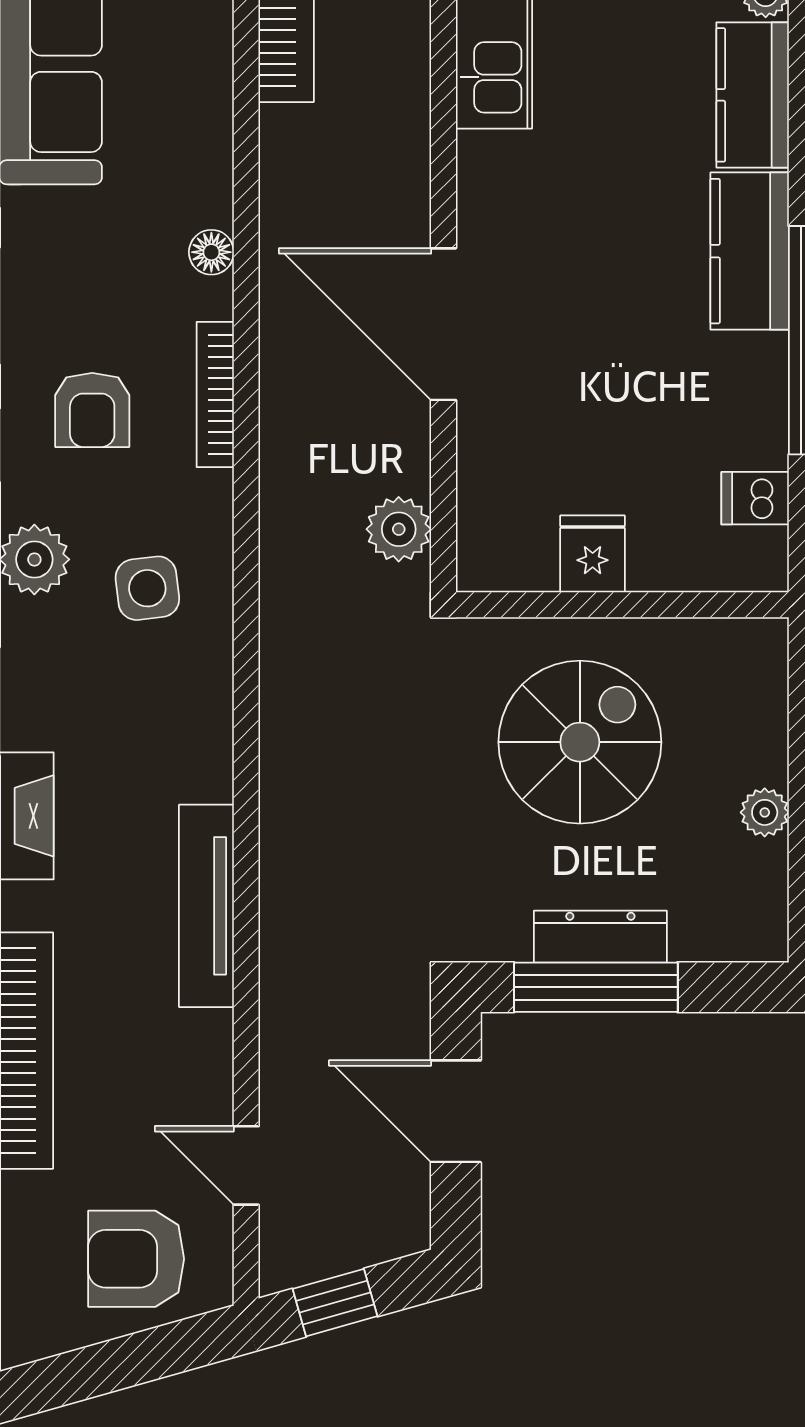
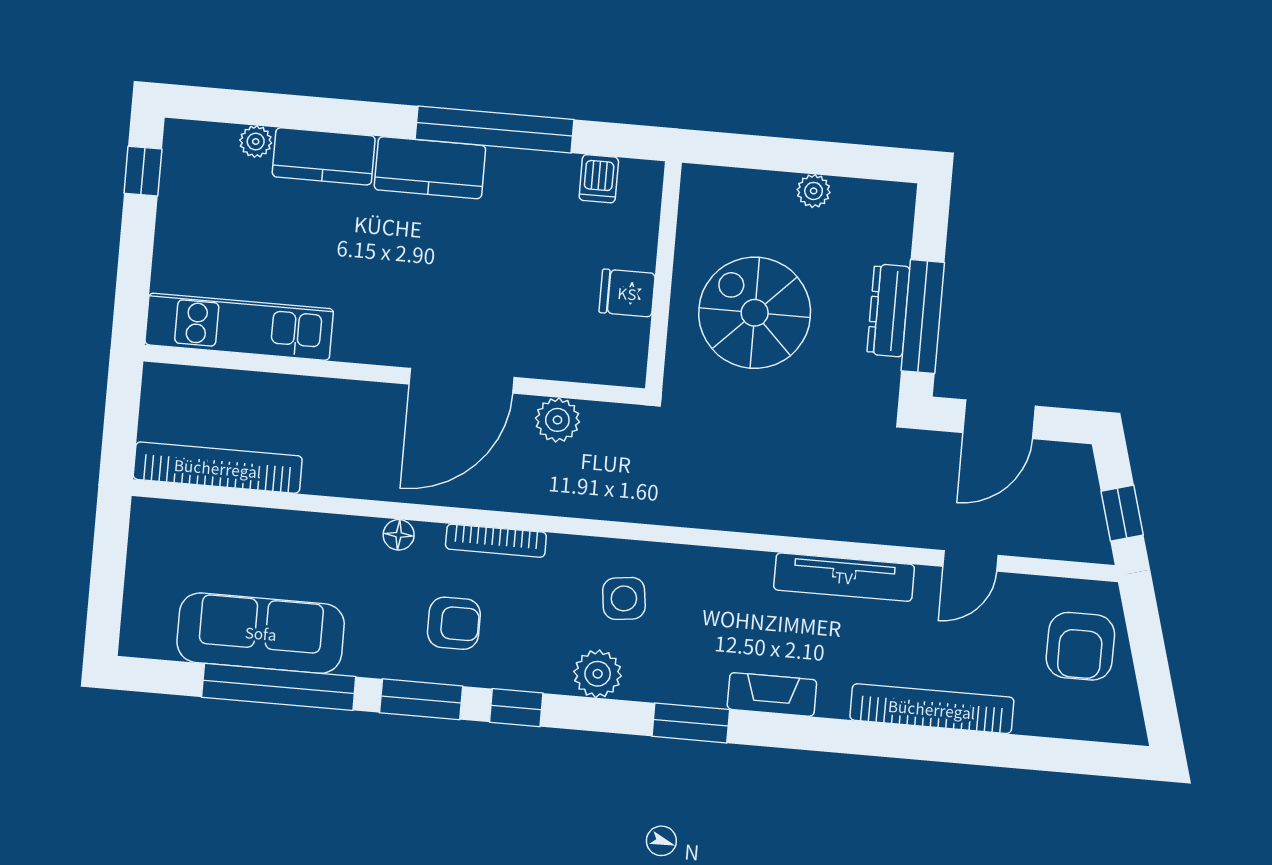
armchair: (92, 410) -> (454, 623), moved
plant: (399, 529) -> (557, 420), moved
door: (246, 1165) -> (970, 561), moved

